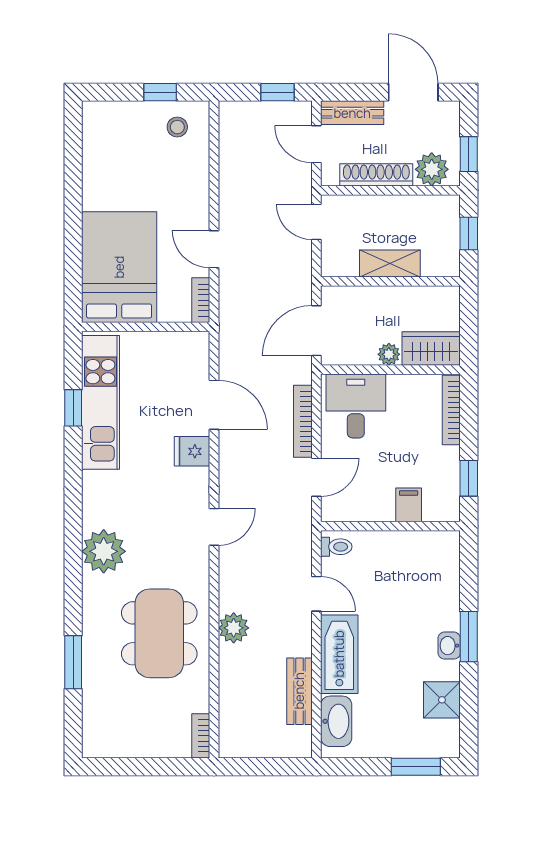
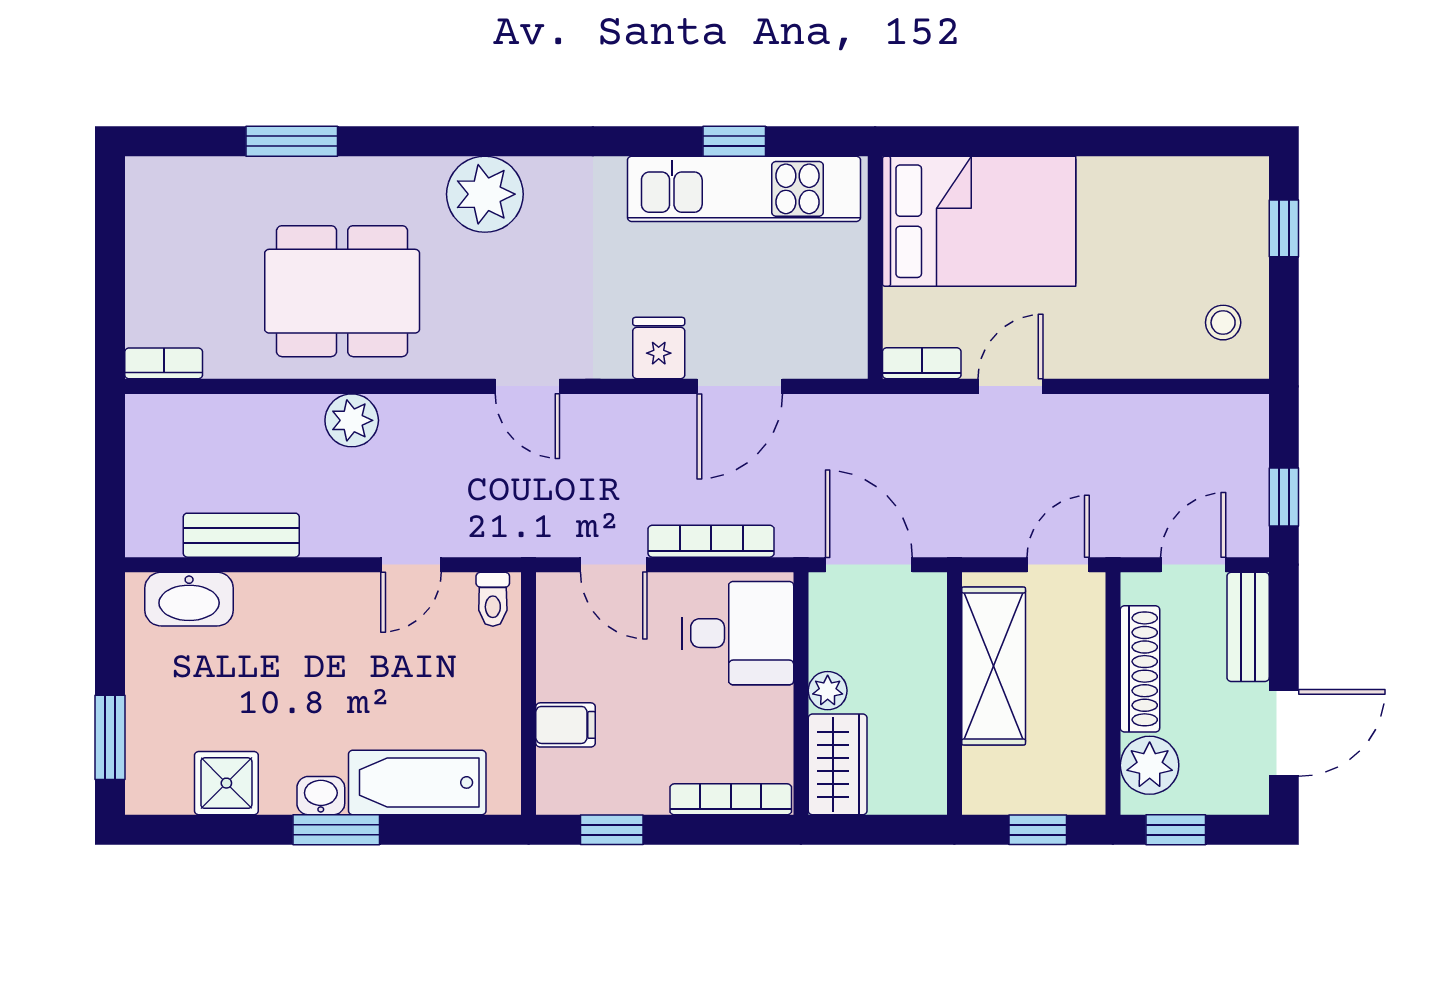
window: (160, 92) -> (1284, 228), moved
shelving: (390, 263) -> (994, 666), width x1.50, depth x1.33
bathtub: (339, 654) -> (417, 782), moved, turned 180

